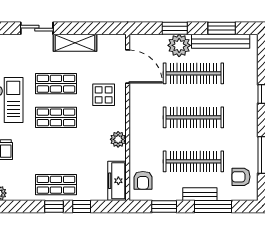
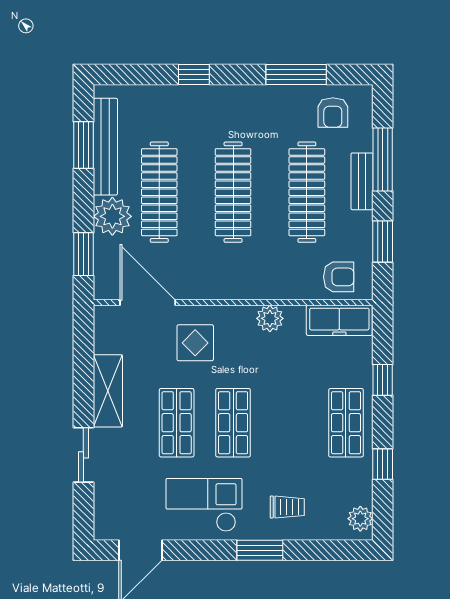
window: (175, 28) -> (83, 254), moved
door: (128, 66) -> (148, 303), hinge flipped
window: (54, 207) -> (383, 464), moved

